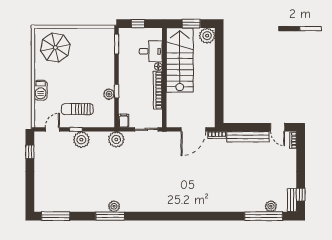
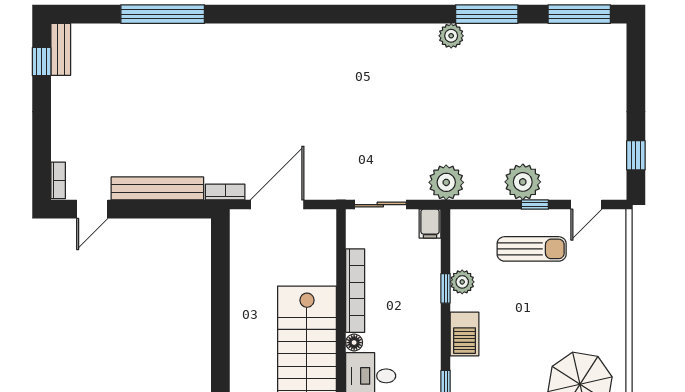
barbecue: (41, 90) -> (465, 334), moved, turned 180
door: (278, 127) -> (92, 209), swing flipped
plant: (271, 206) -> (107, 36), removed
window: (110, 216) -> (487, 14), moved
window: (264, 216) -> (163, 14), moved

